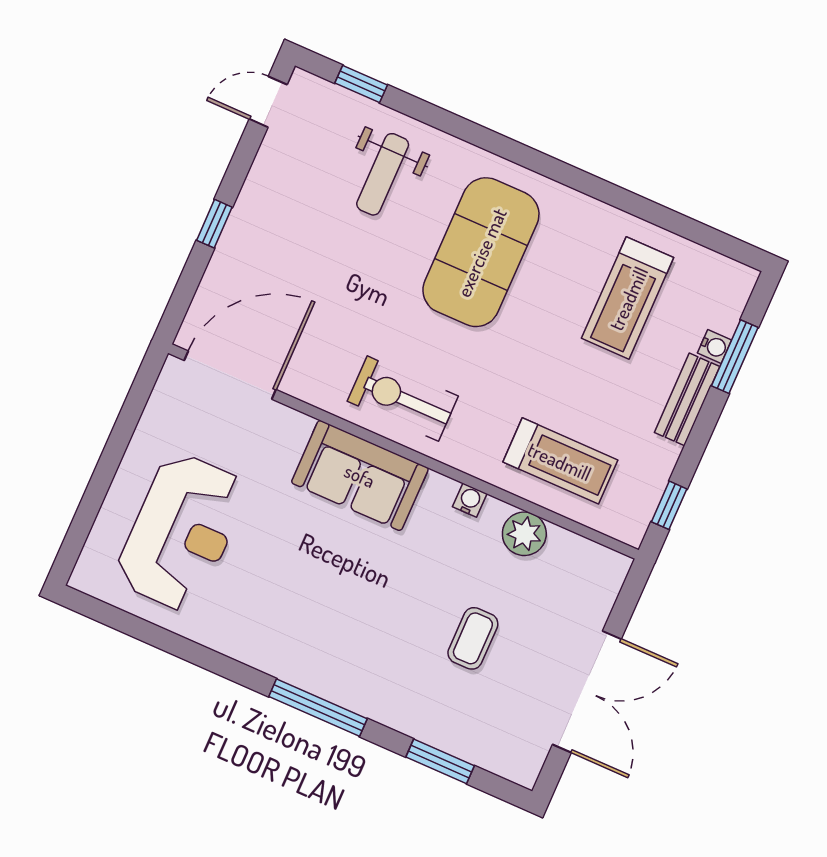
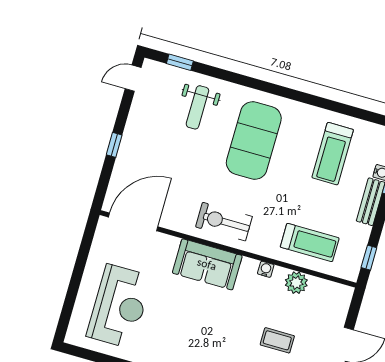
coffee table: (473, 638) -> (277, 340), turned 90

